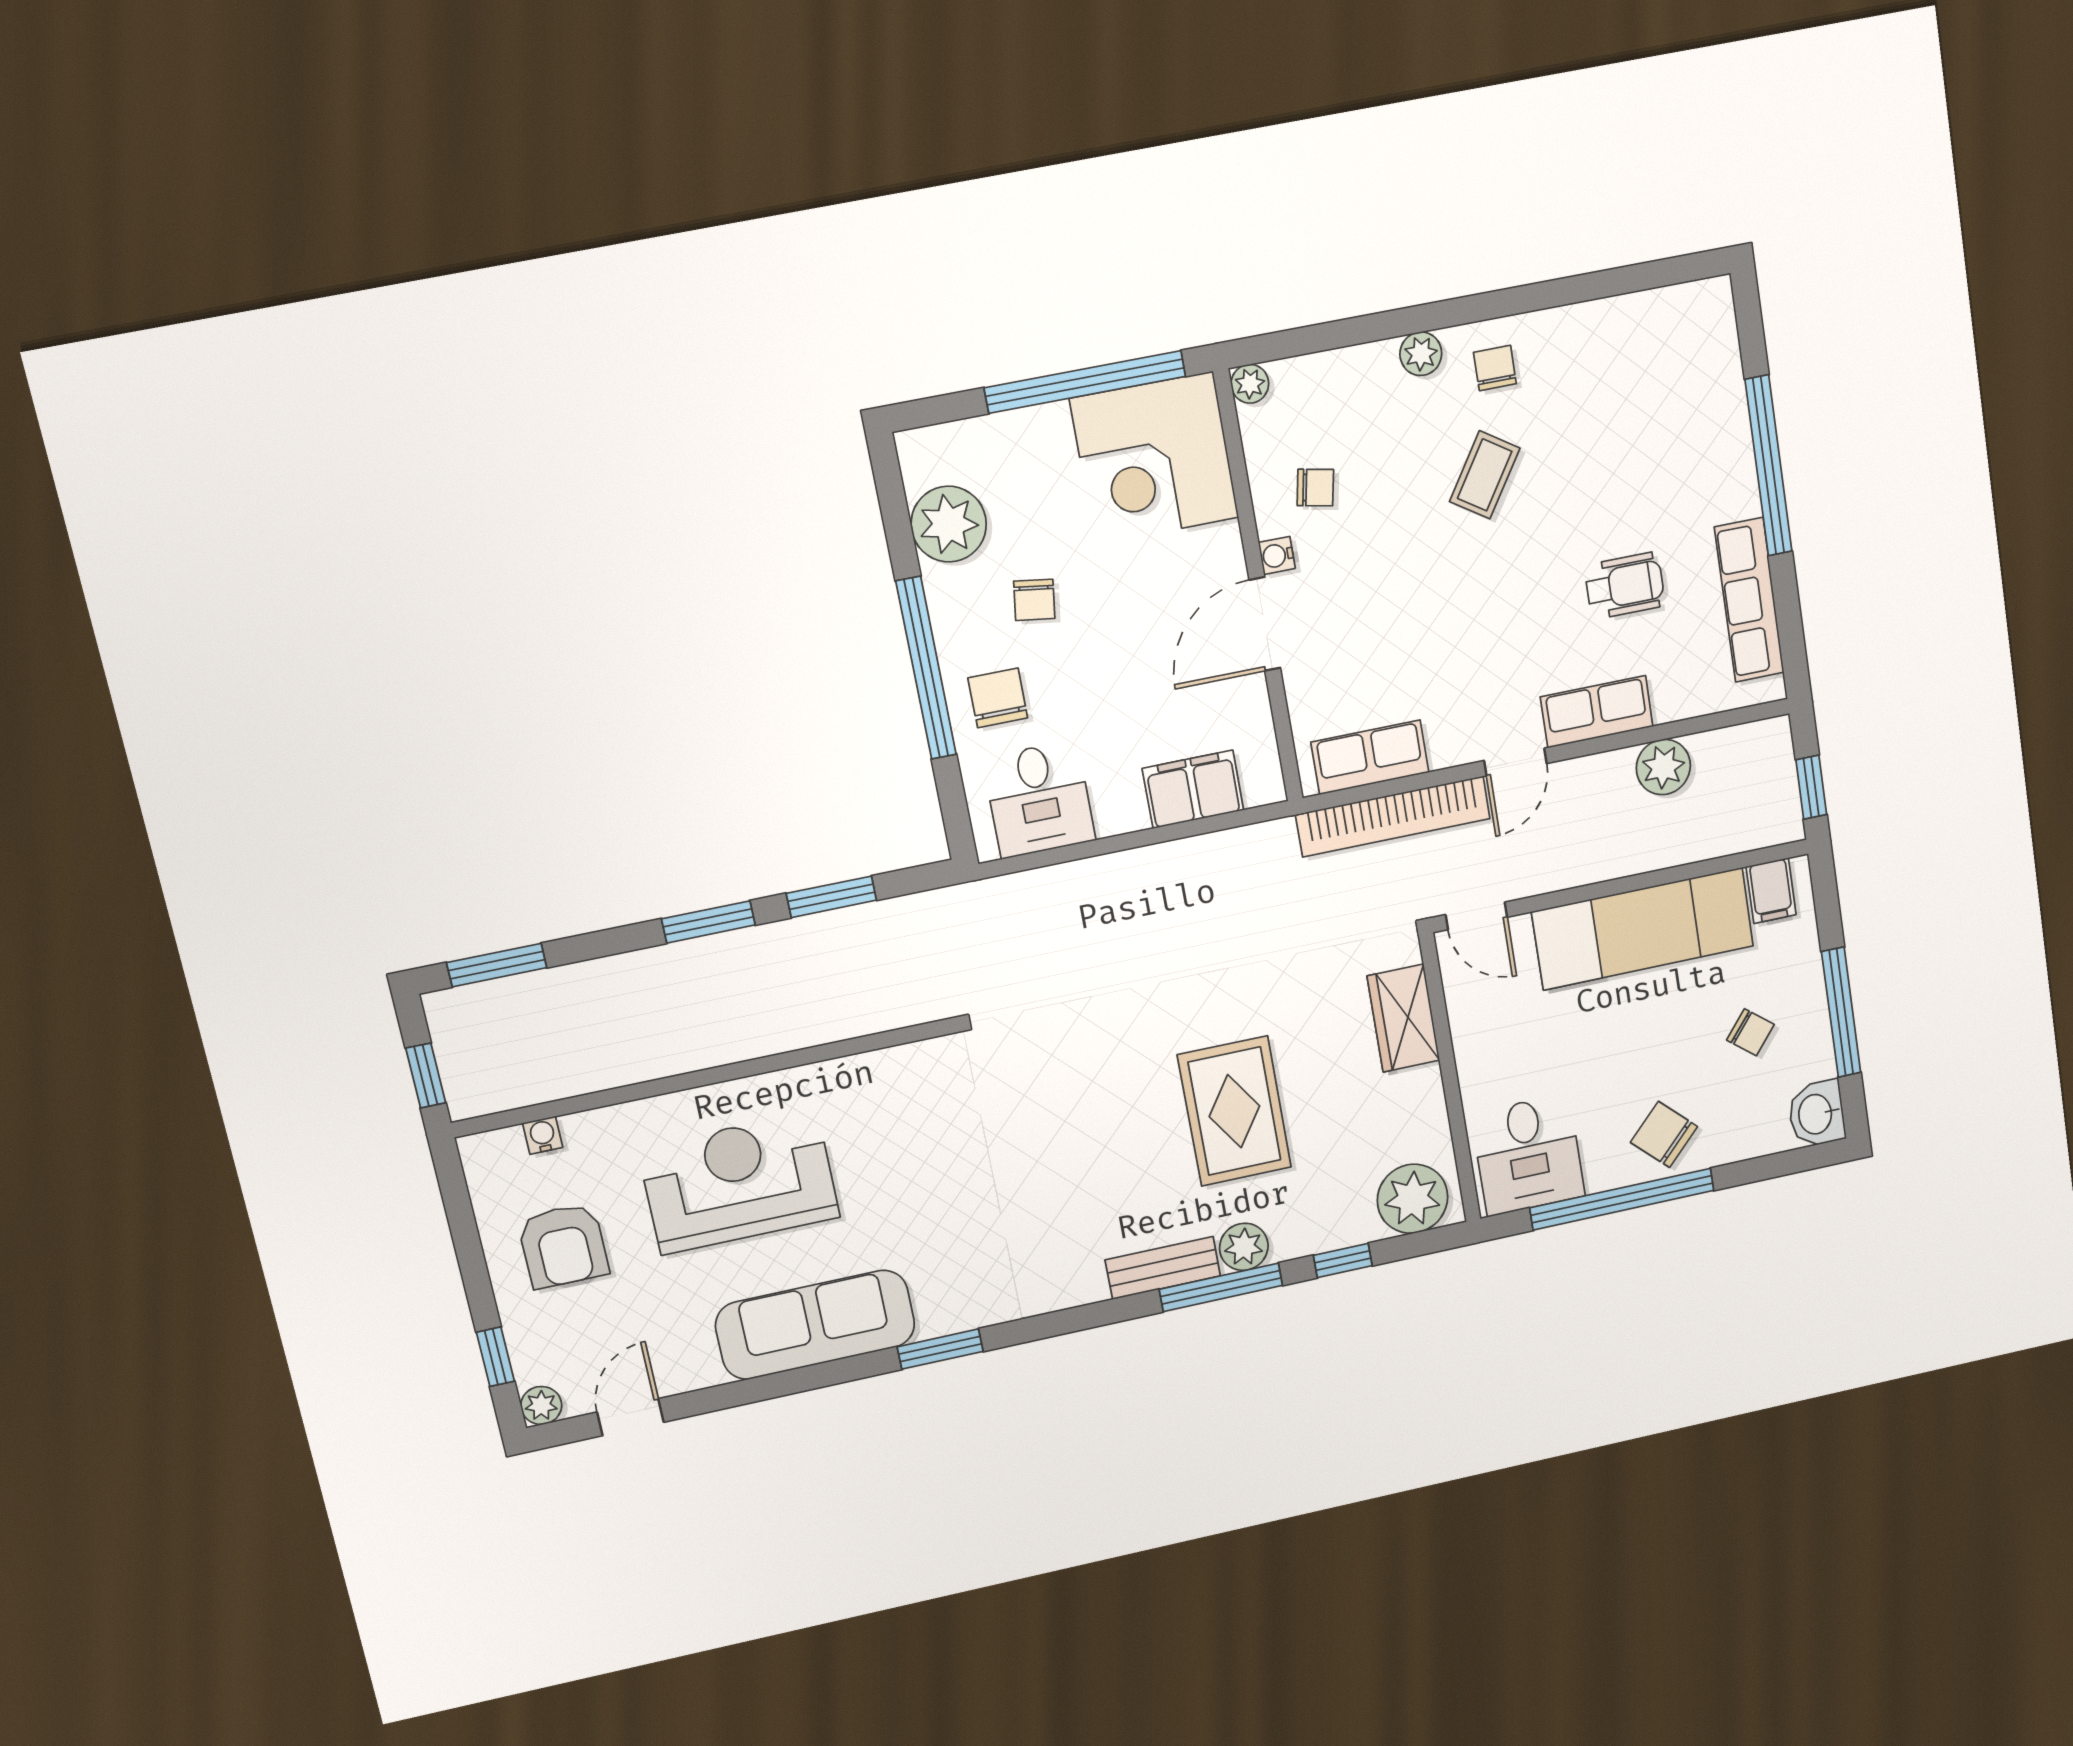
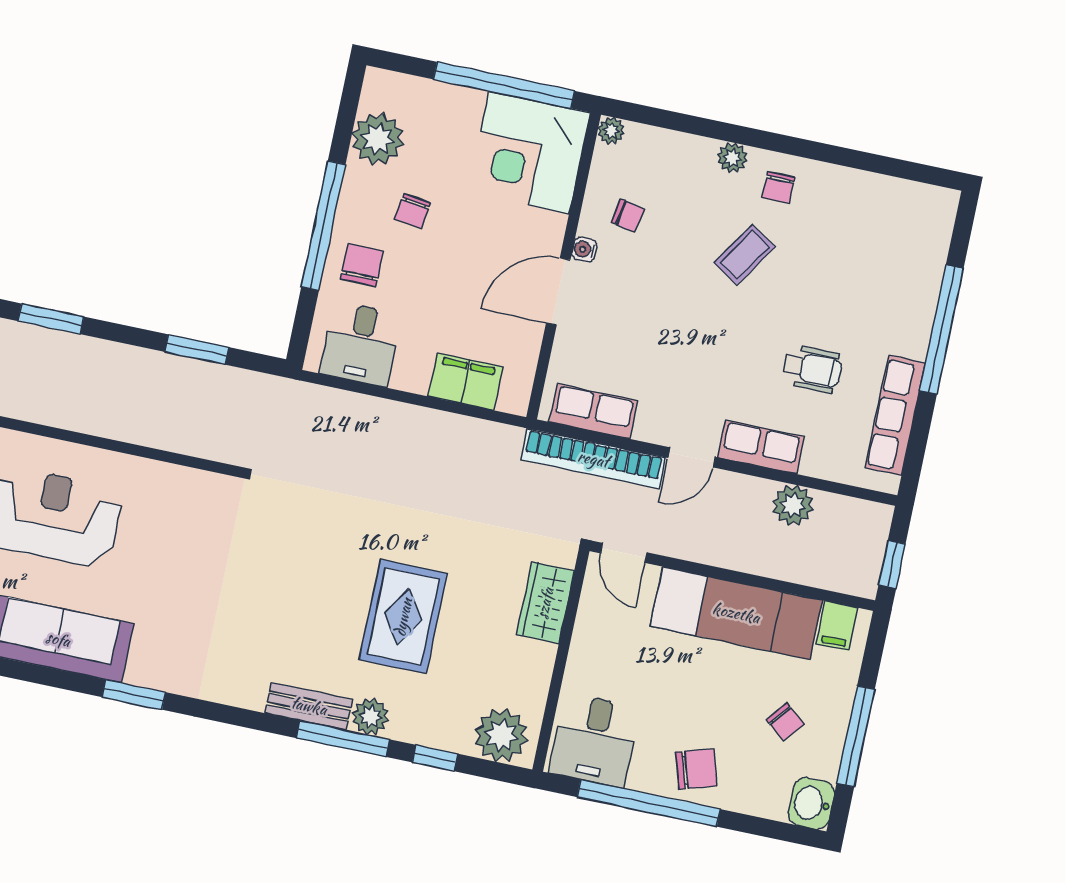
chair: (1495, 368) -> (778, 188), turned 180
window: (708, 922) -> (51, 319), moved
chair: (1664, 1134) -> (696, 769), turned 119

